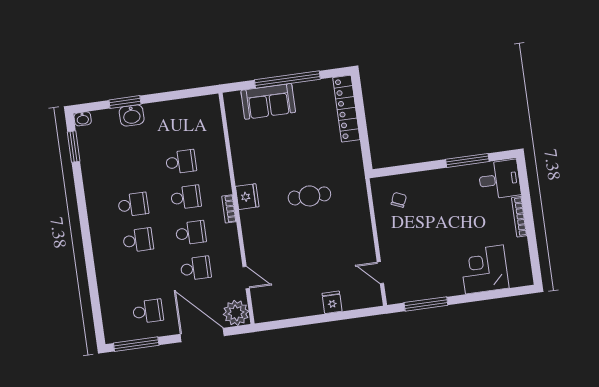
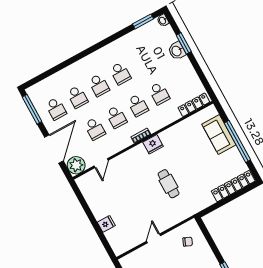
locker: (214, 120) -> (194, 105), added
door: (380, 273) -> (154, 238), moved
school desk: (143, 276) -> (77, 97), added

